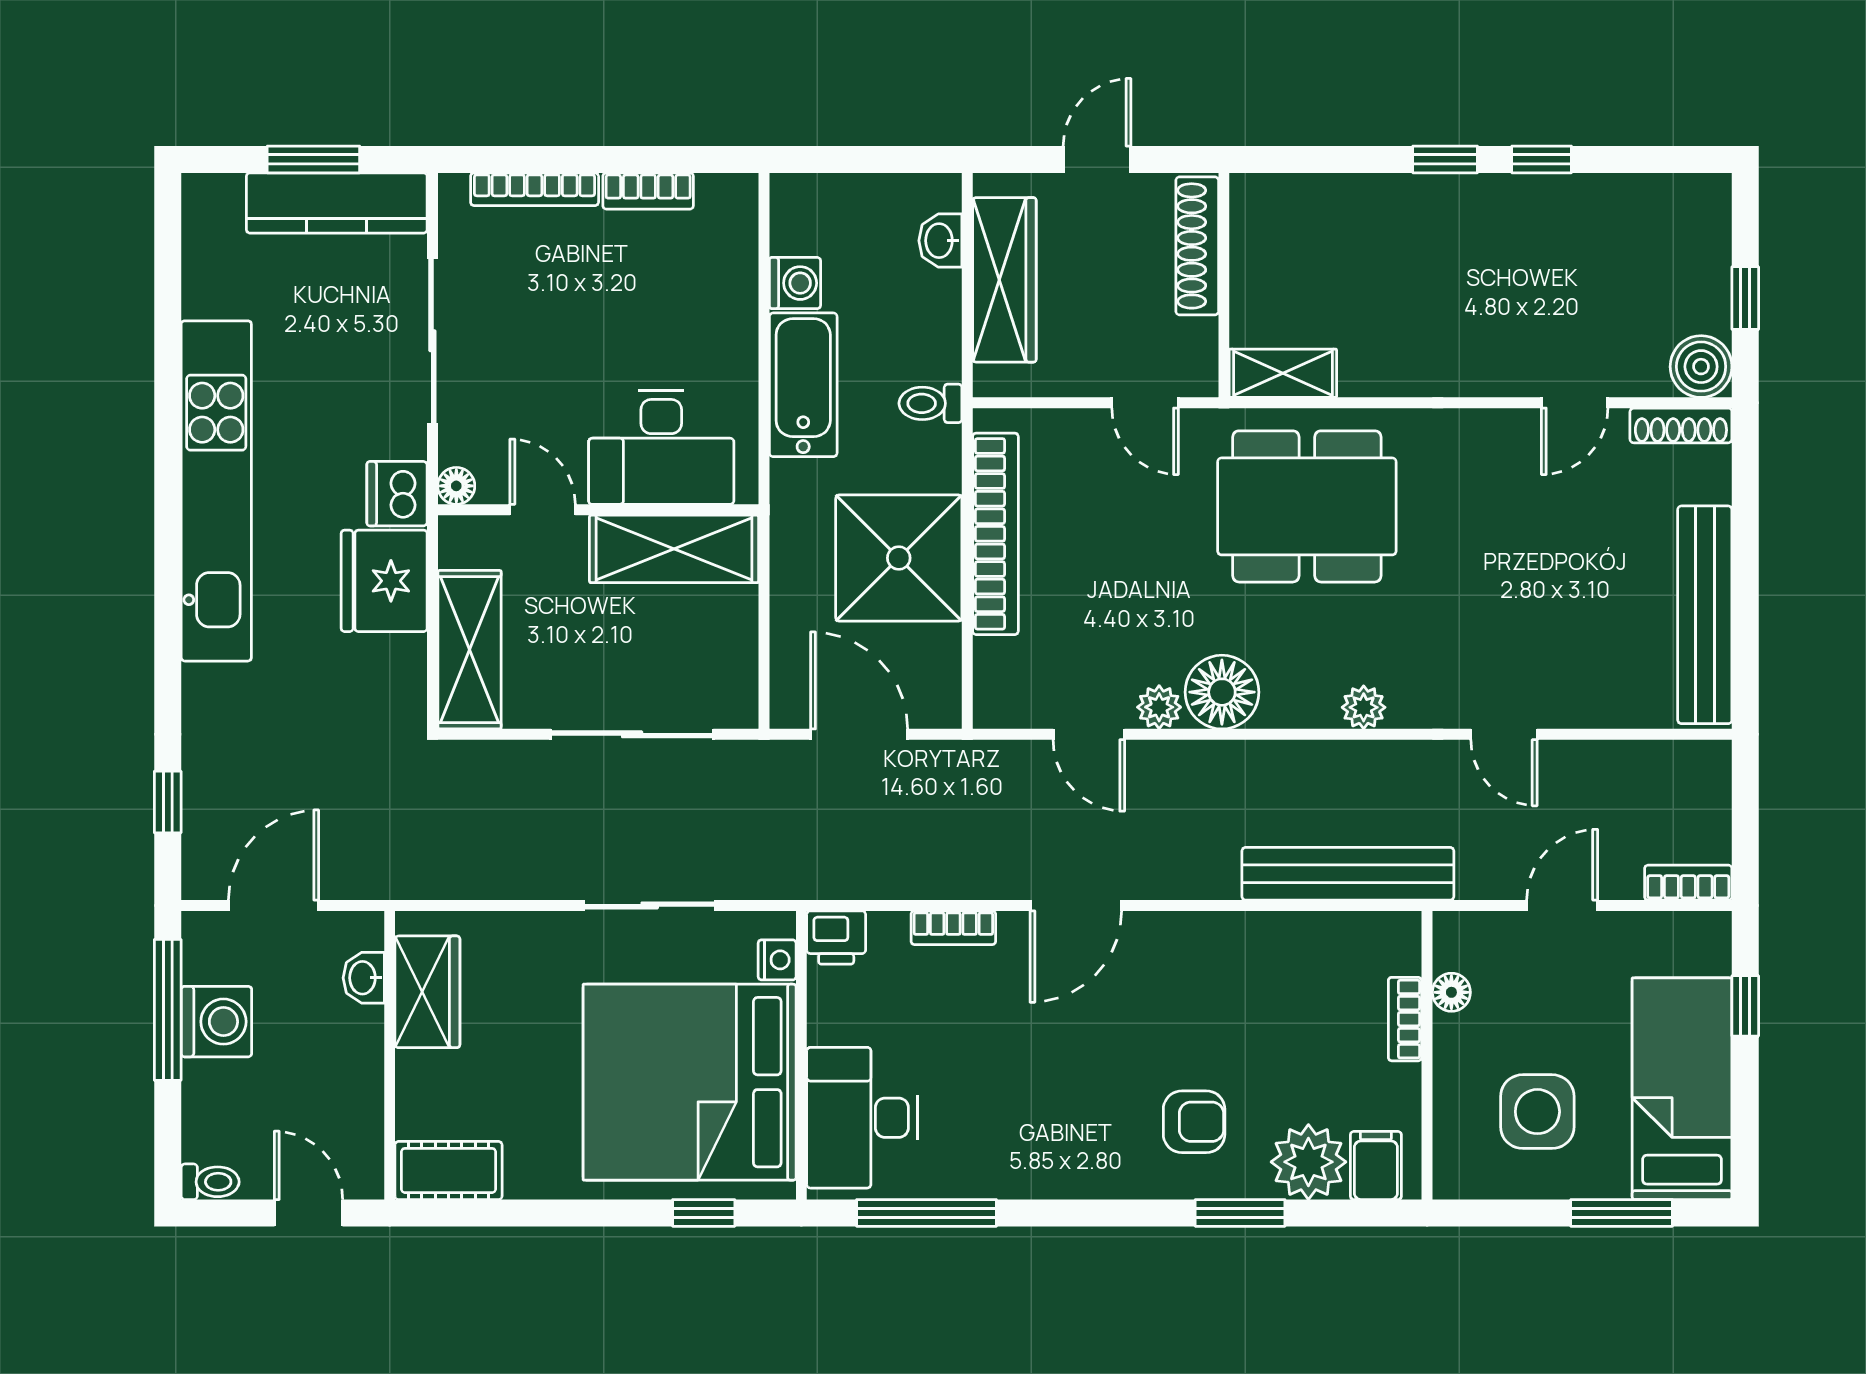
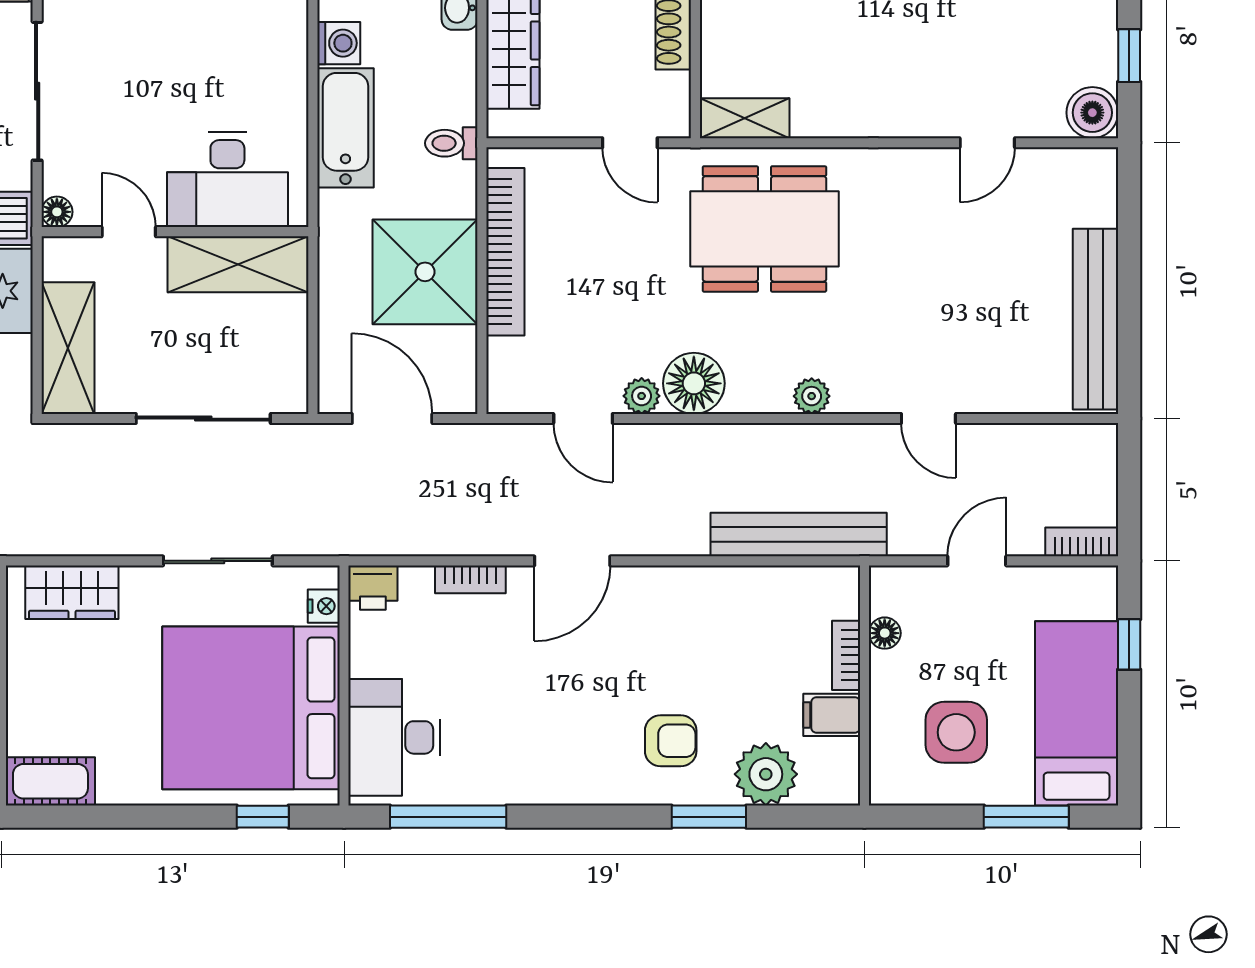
shoe rack: (1681, 425) -> (1076, 162), removed
wardrobe: (427, 992) -> (72, 592), moved, turned 90
filing cabinet: (1376, 1165) -> (832, 715), moved, turned -90

